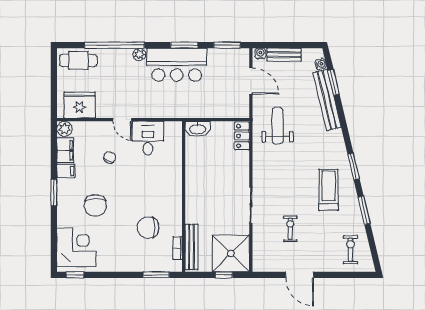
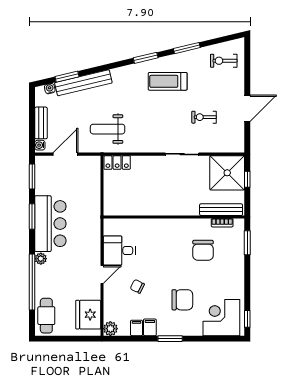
washbasin: (198, 129) -> (110, 204), removed
filing cabinet: (65, 150) -> (137, 328), width x0.50

